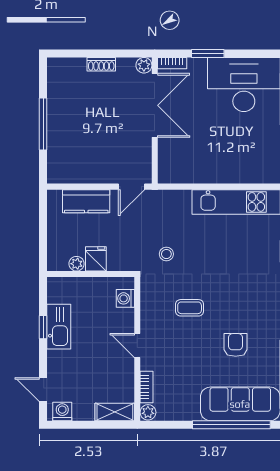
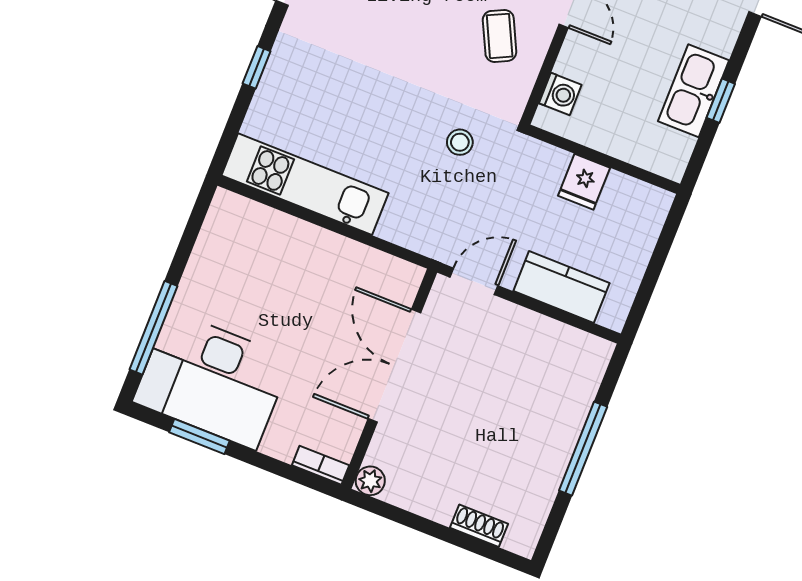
window: (208, 54) -> (199, 436), moved
shoe rack: (101, 64) -> (479, 526), moved
double door: (155, 105) -> (394, 366), moved
plant: (77, 264) -> (620, 187), removed
coffee table: (190, 308) -> (500, 36), moved, turned 64

